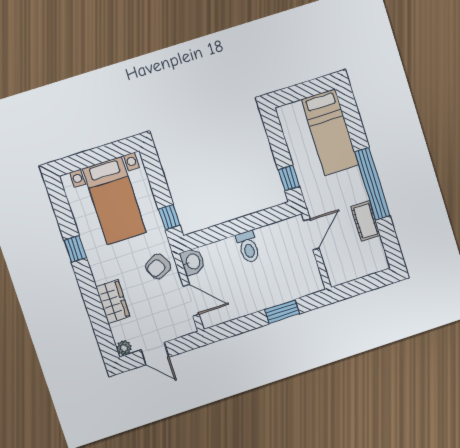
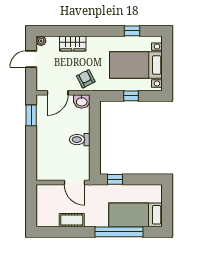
window: (372, 184) -> (119, 232), moved
window: (169, 217) -> (131, 96), moved
window: (75, 249) -> (132, 31), moved
window: (282, 312) -> (31, 115), moved

